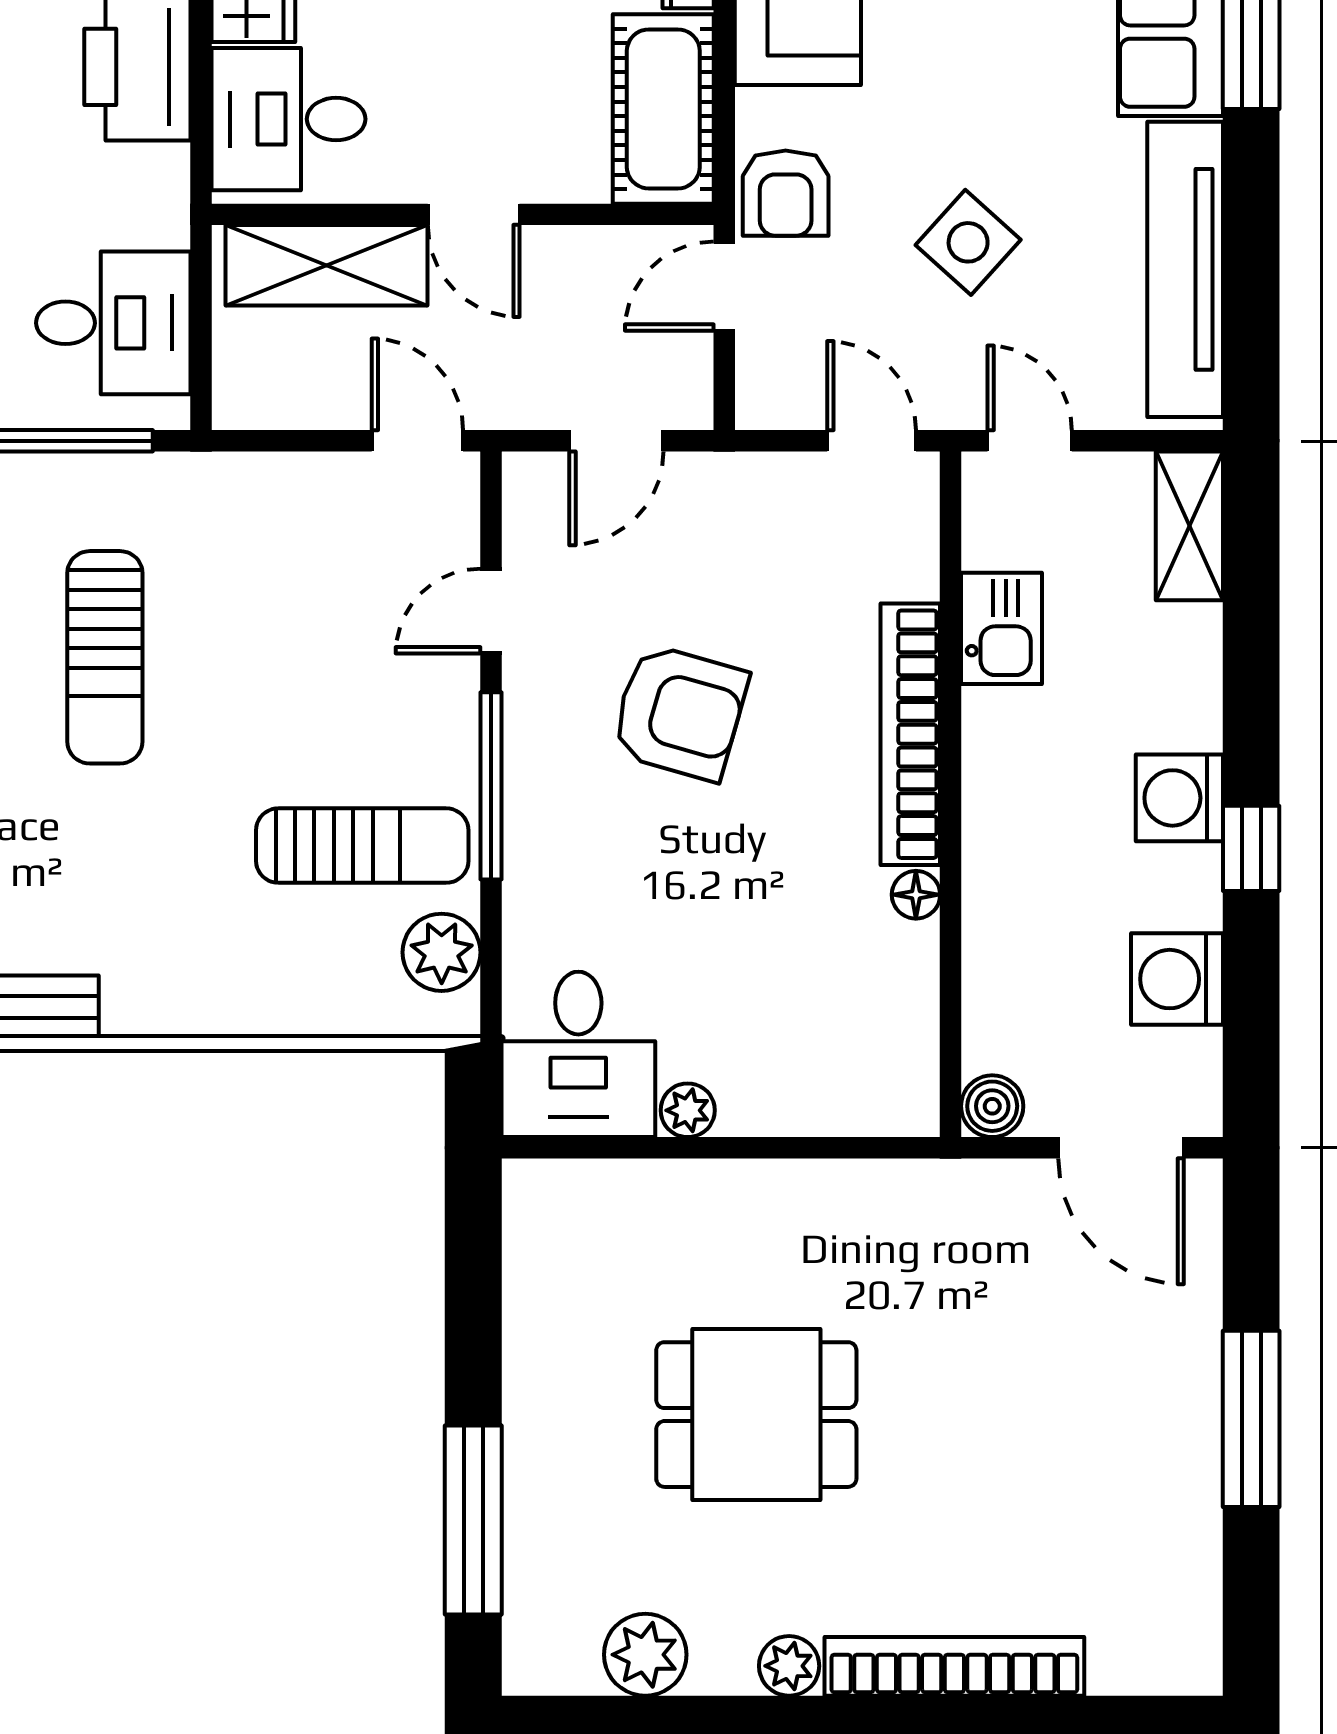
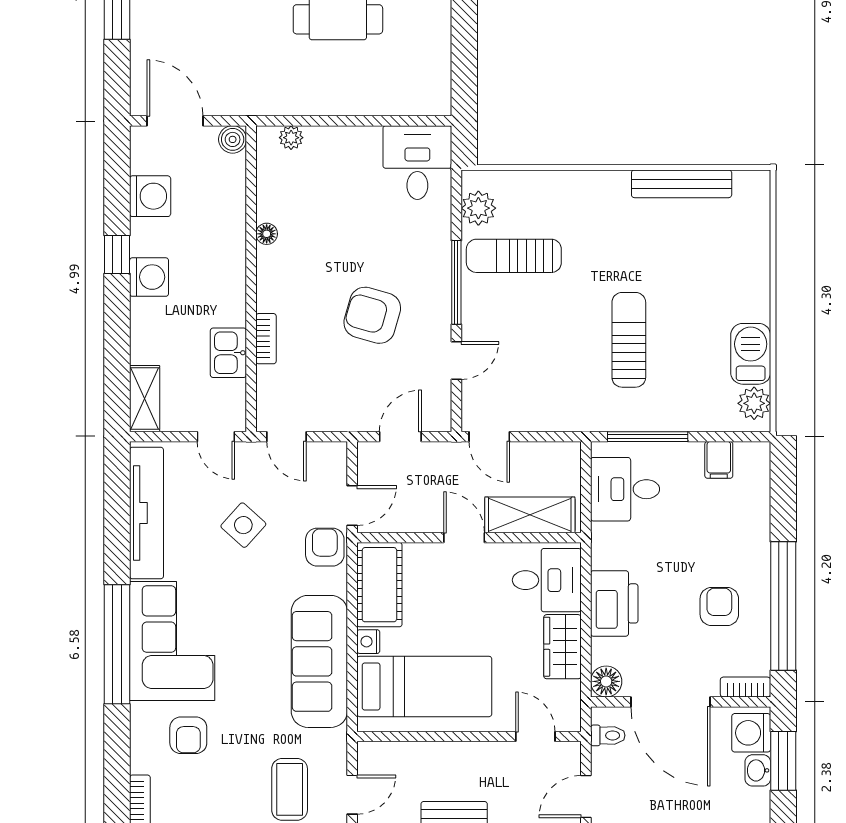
bookcase: (910, 734) -> (266, 339), width x0.43, depth x0.76
plant: (688, 1110) -> (291, 138), moved

